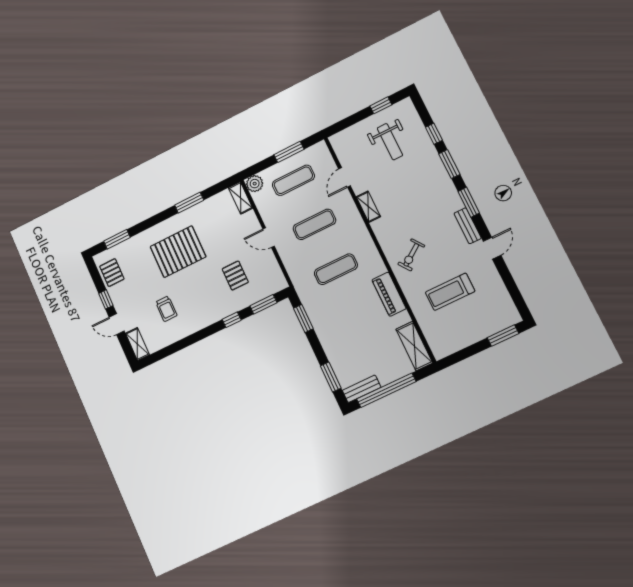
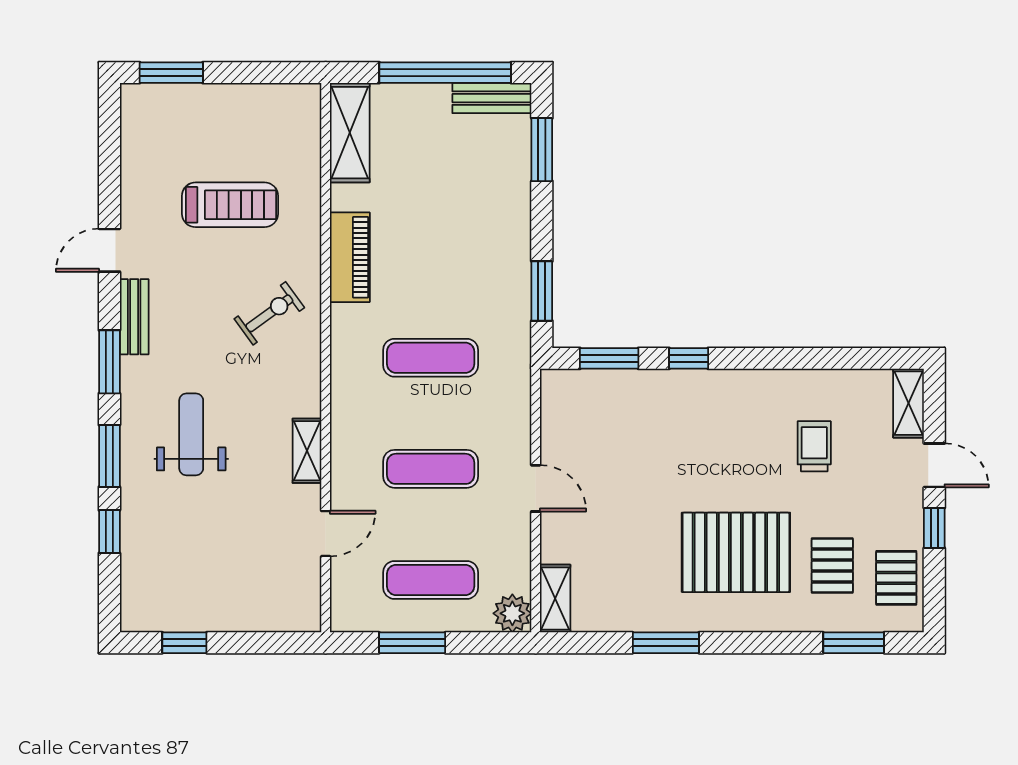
weight bench: (390, 142) -> (191, 434), moved
pallet: (235, 276) -> (832, 565), moved

